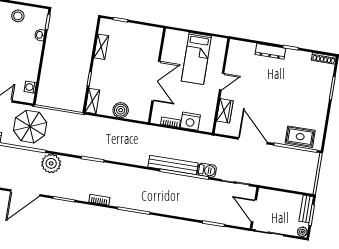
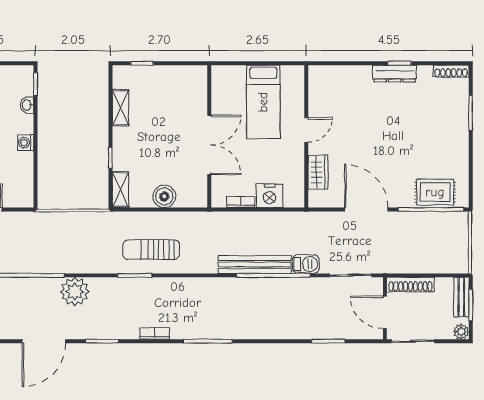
dresser: (270, 51) -> (395, 74), moved
washing machine: (30, 87) -> (26, 143), moved
parasol: (30, 127) -> (35, 242), removed
sun lounger: (106, 144) -> (151, 250), added
shoe rack: (274, 195) -> (410, 285), added

